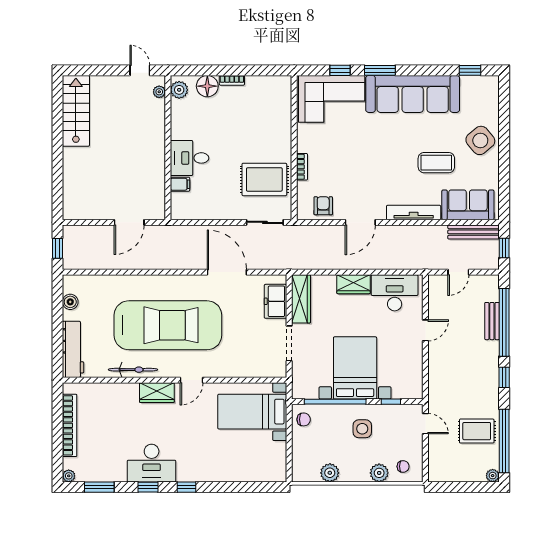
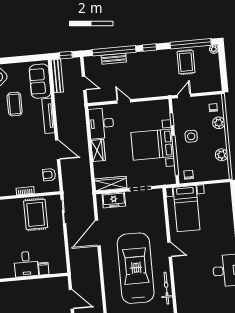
wardrobe: (157, 393) -> (180, 271), removed

